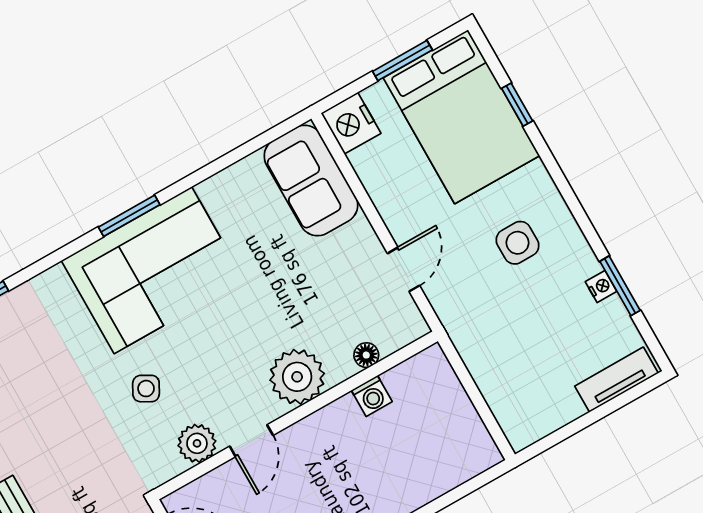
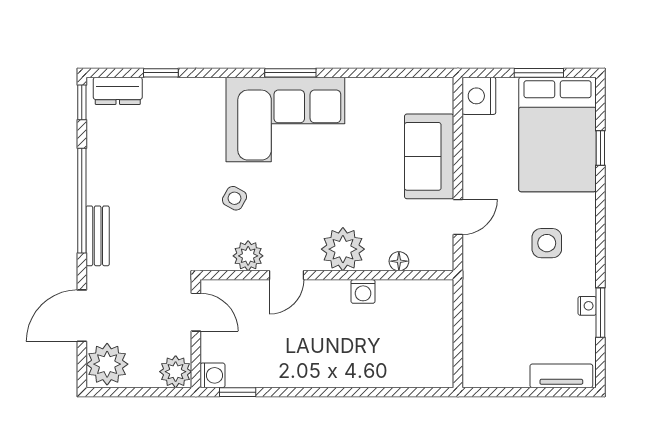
sofa: (311, 180) -> (429, 156), moved
washing machine: (372, 396) -> (363, 291), moved

